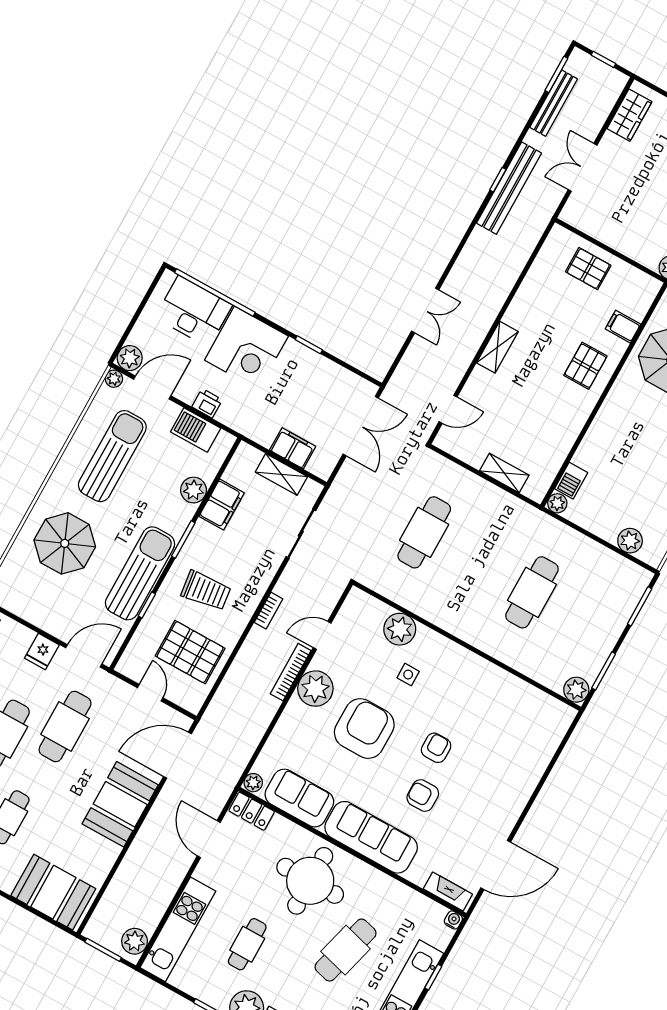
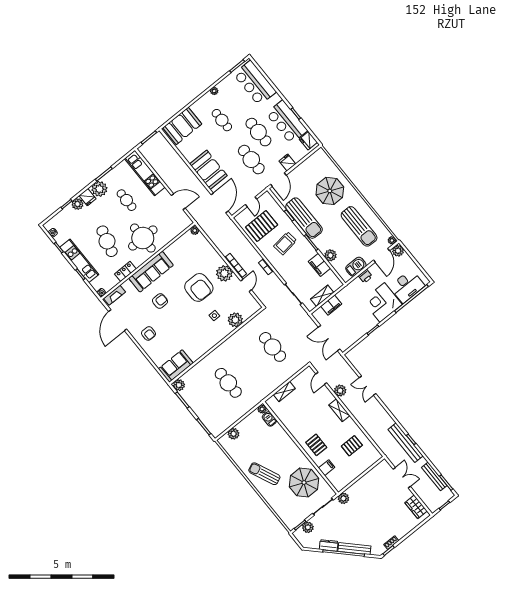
pallet: (588, 269) -> (352, 446), moved
door: (150, 693) -> (251, 202), hinge flipped
armchair: (436, 748) -> (149, 333), moved
sofa: (299, 798) -> (176, 366), moved, turned 180
locker: (252, 811) -> (125, 271), moved
plant: (135, 941) -> (340, 391), moved

